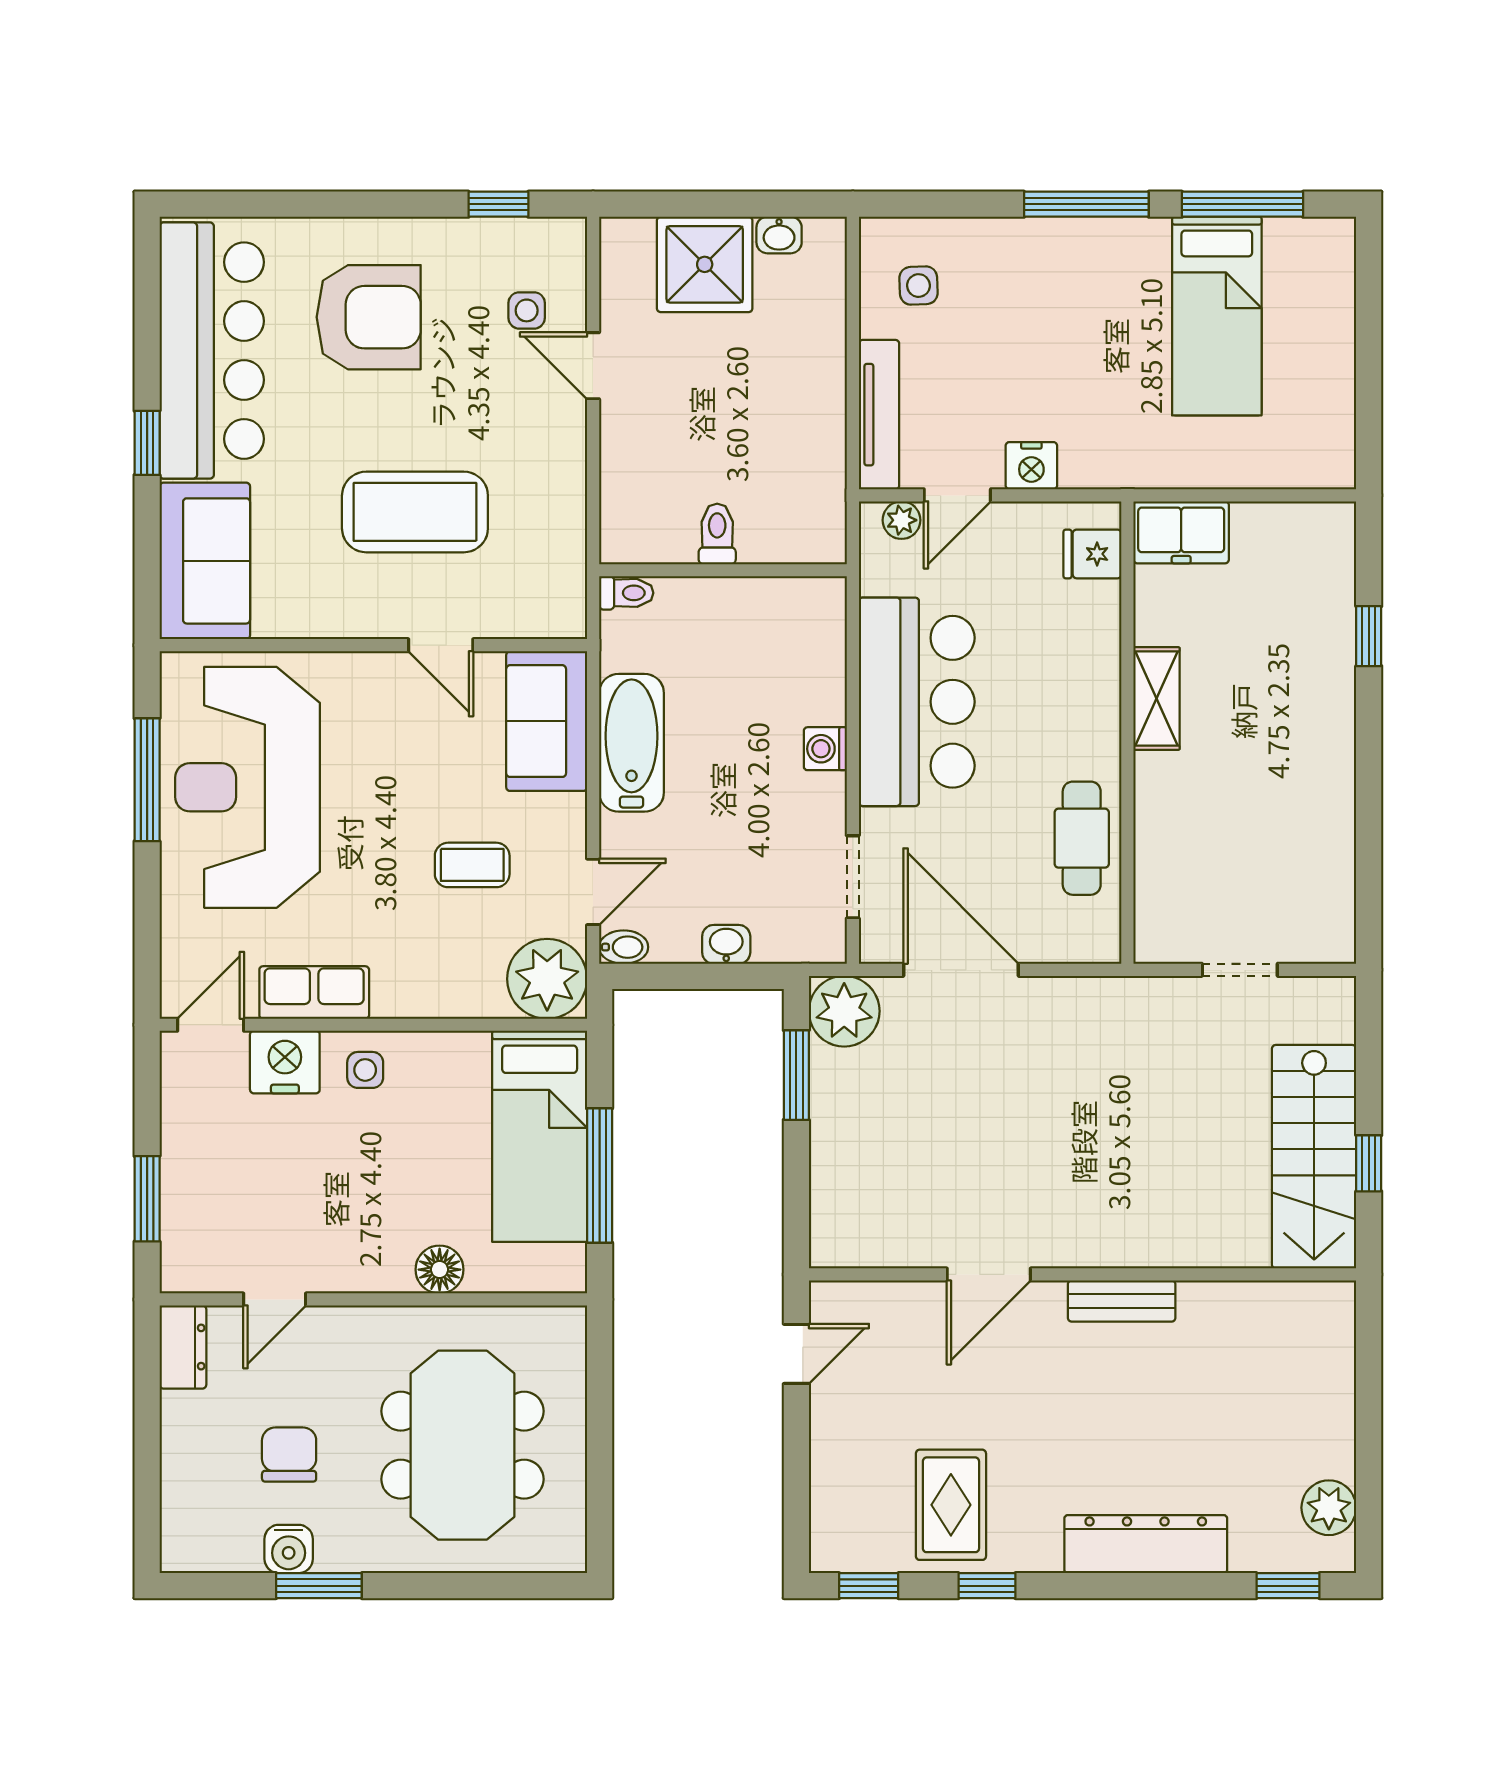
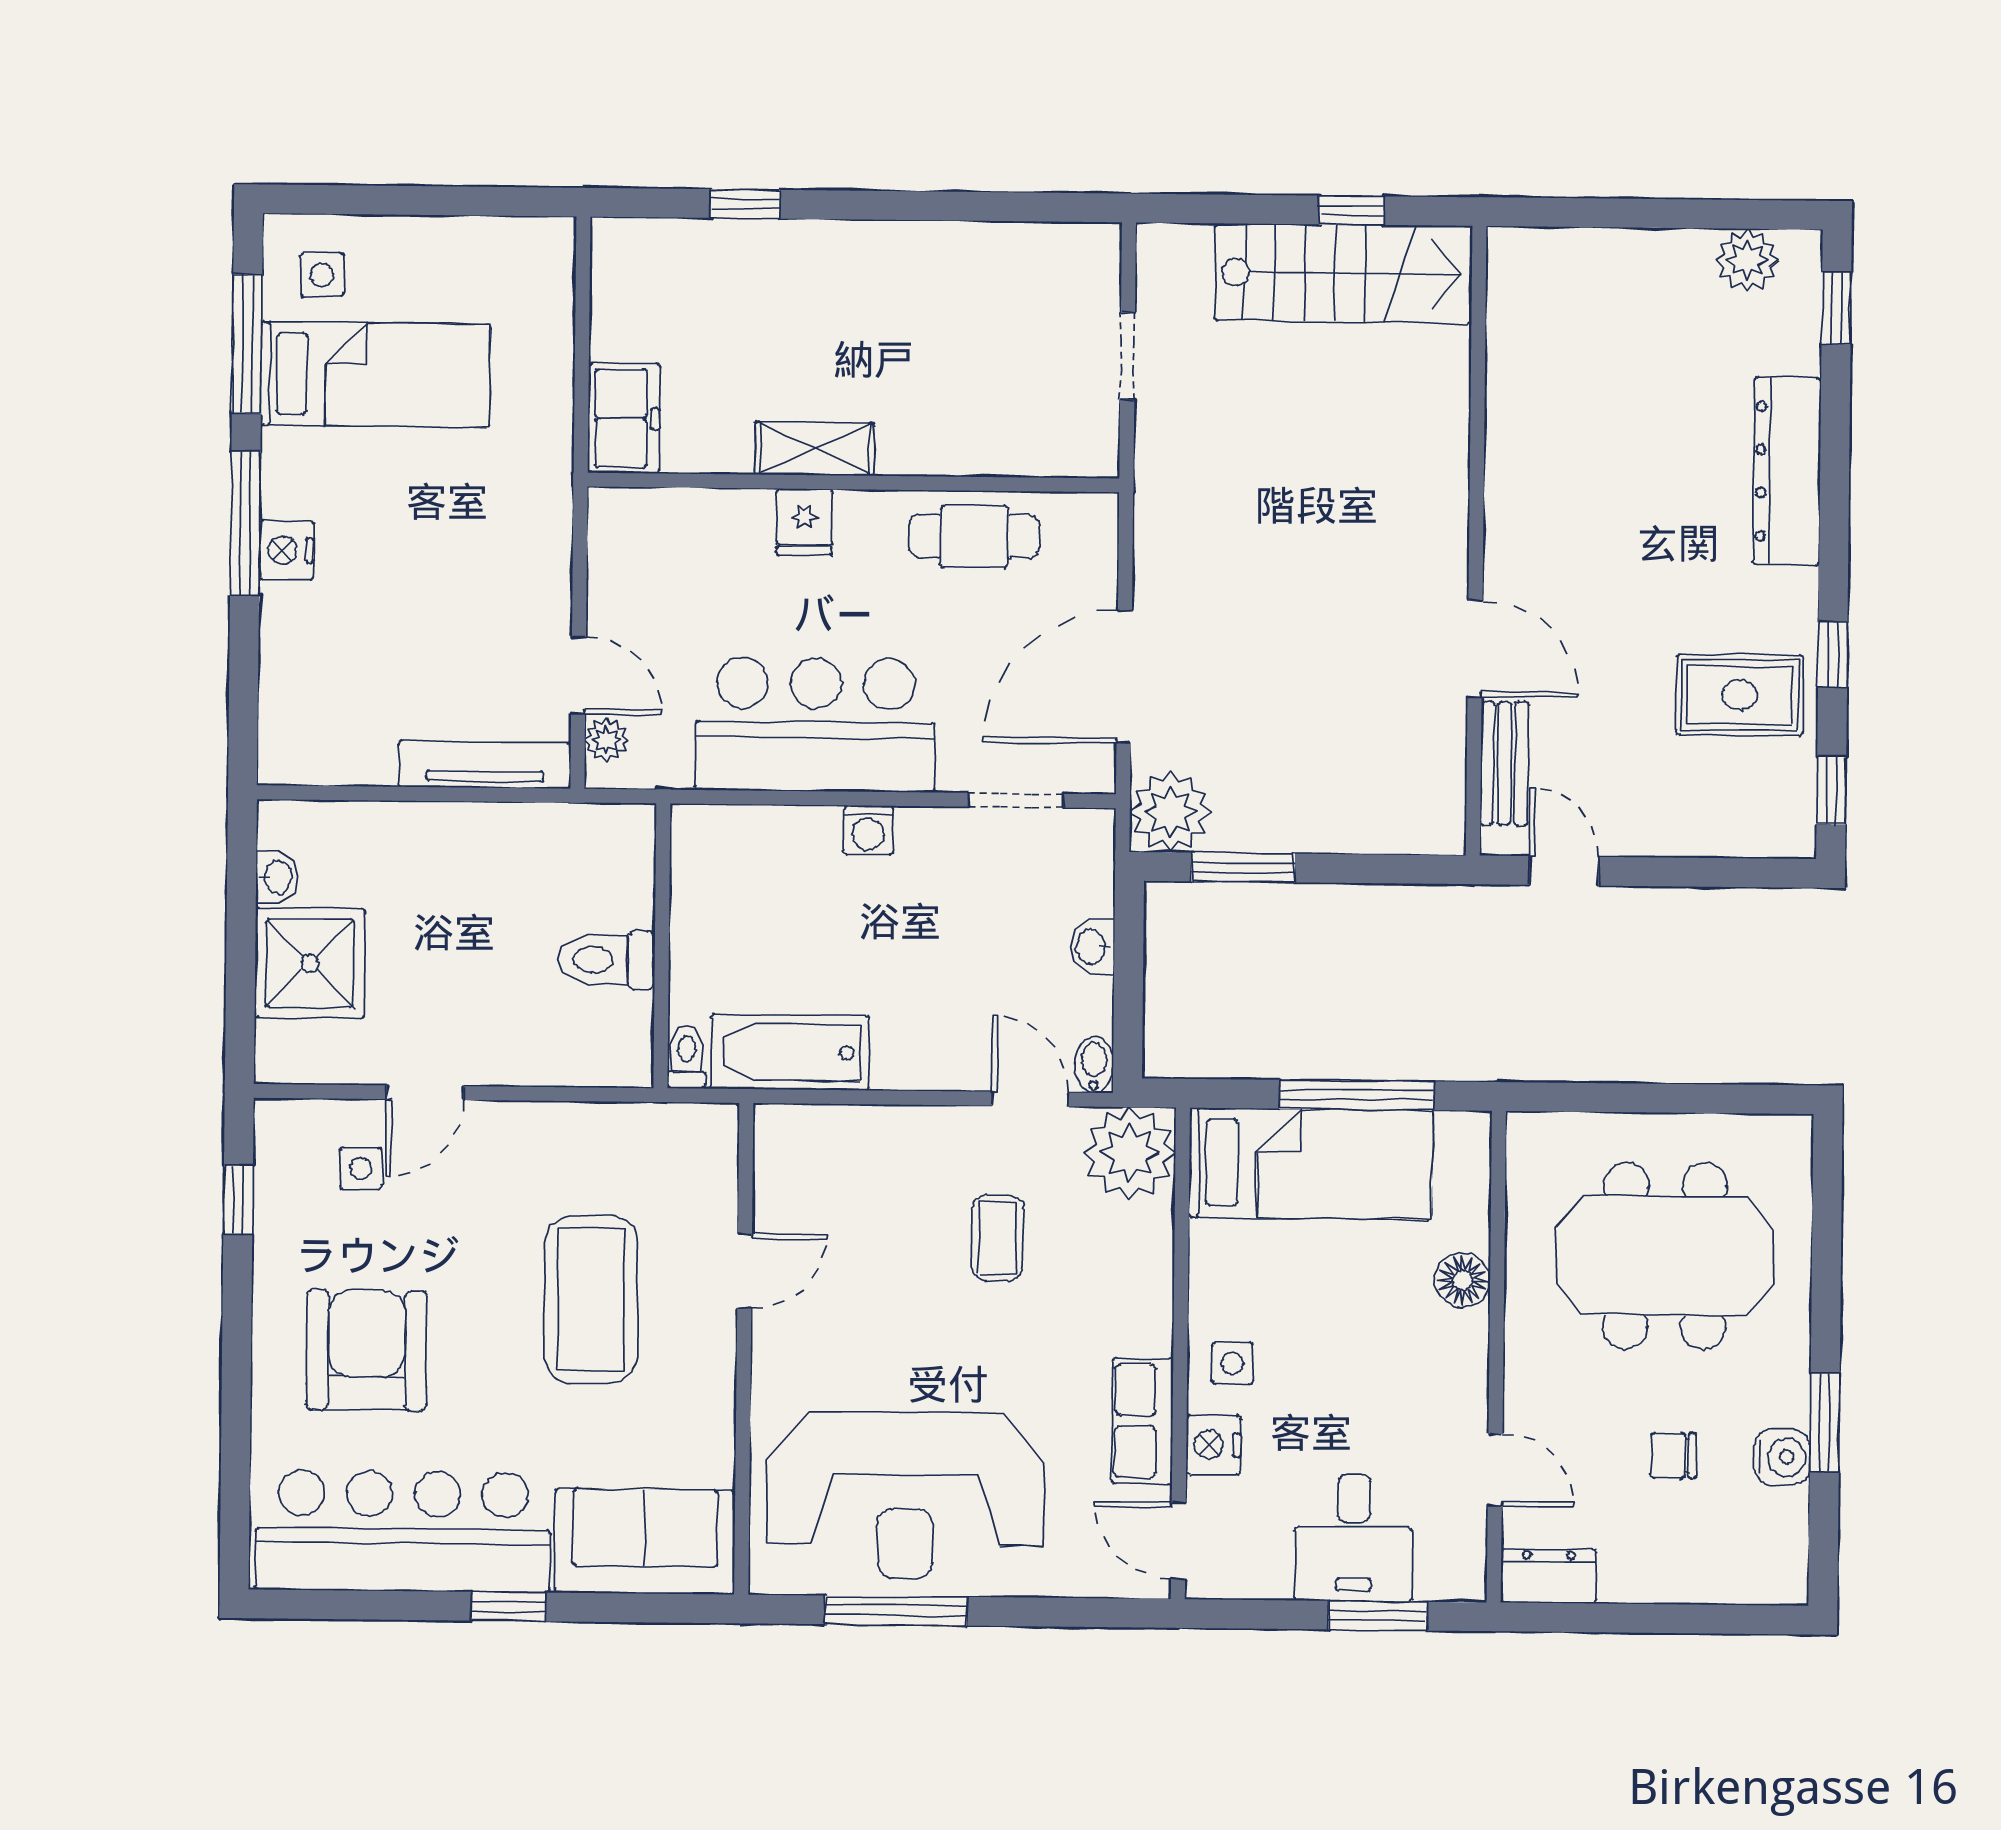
side table: (919, 286) -> (322, 275), moved
nightstand: (1031, 466) -> (286, 550), moved, turned 180
toilet: (717, 534) -> (606, 960), width x1.37, depth x1.39
fridge: (1092, 554) -> (804, 522), moved
sofa: (547, 721) -> (833, 1150), removed
bathtub: (632, 743) -> (790, 1052), moved
nightstand: (285, 1062) -> (1213, 1445), width x0.74, depth x0.75
desk: (215, 1177) -> (1354, 1537), added
bench: (1122, 1301) -> (1504, 763), moved
chair: (289, 1455) -> (1674, 1455), width x0.73, depth x0.73

